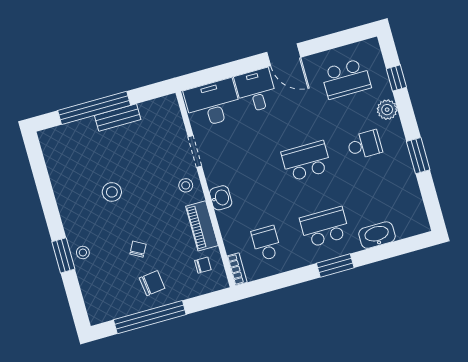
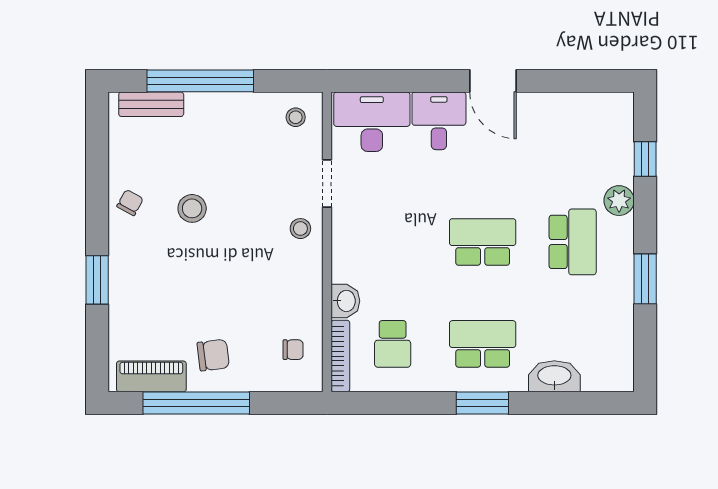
school desk: (346, 79) -> (573, 140), removed
bench: (118, 118) -> (151, 104), moved
school desk: (365, 145) -> (573, 242), width x1.85
washbasin: (221, 198) -> (345, 301), moved
piano: (202, 226) -> (151, 376), moved, turned 90
school desk: (266, 243) -> (393, 344), turned 180
chair: (138, 249) -> (130, 203), moved
stool: (83, 253) -> (296, 117), moved
bookcase: (237, 269) -> (340, 356), width x1.56

